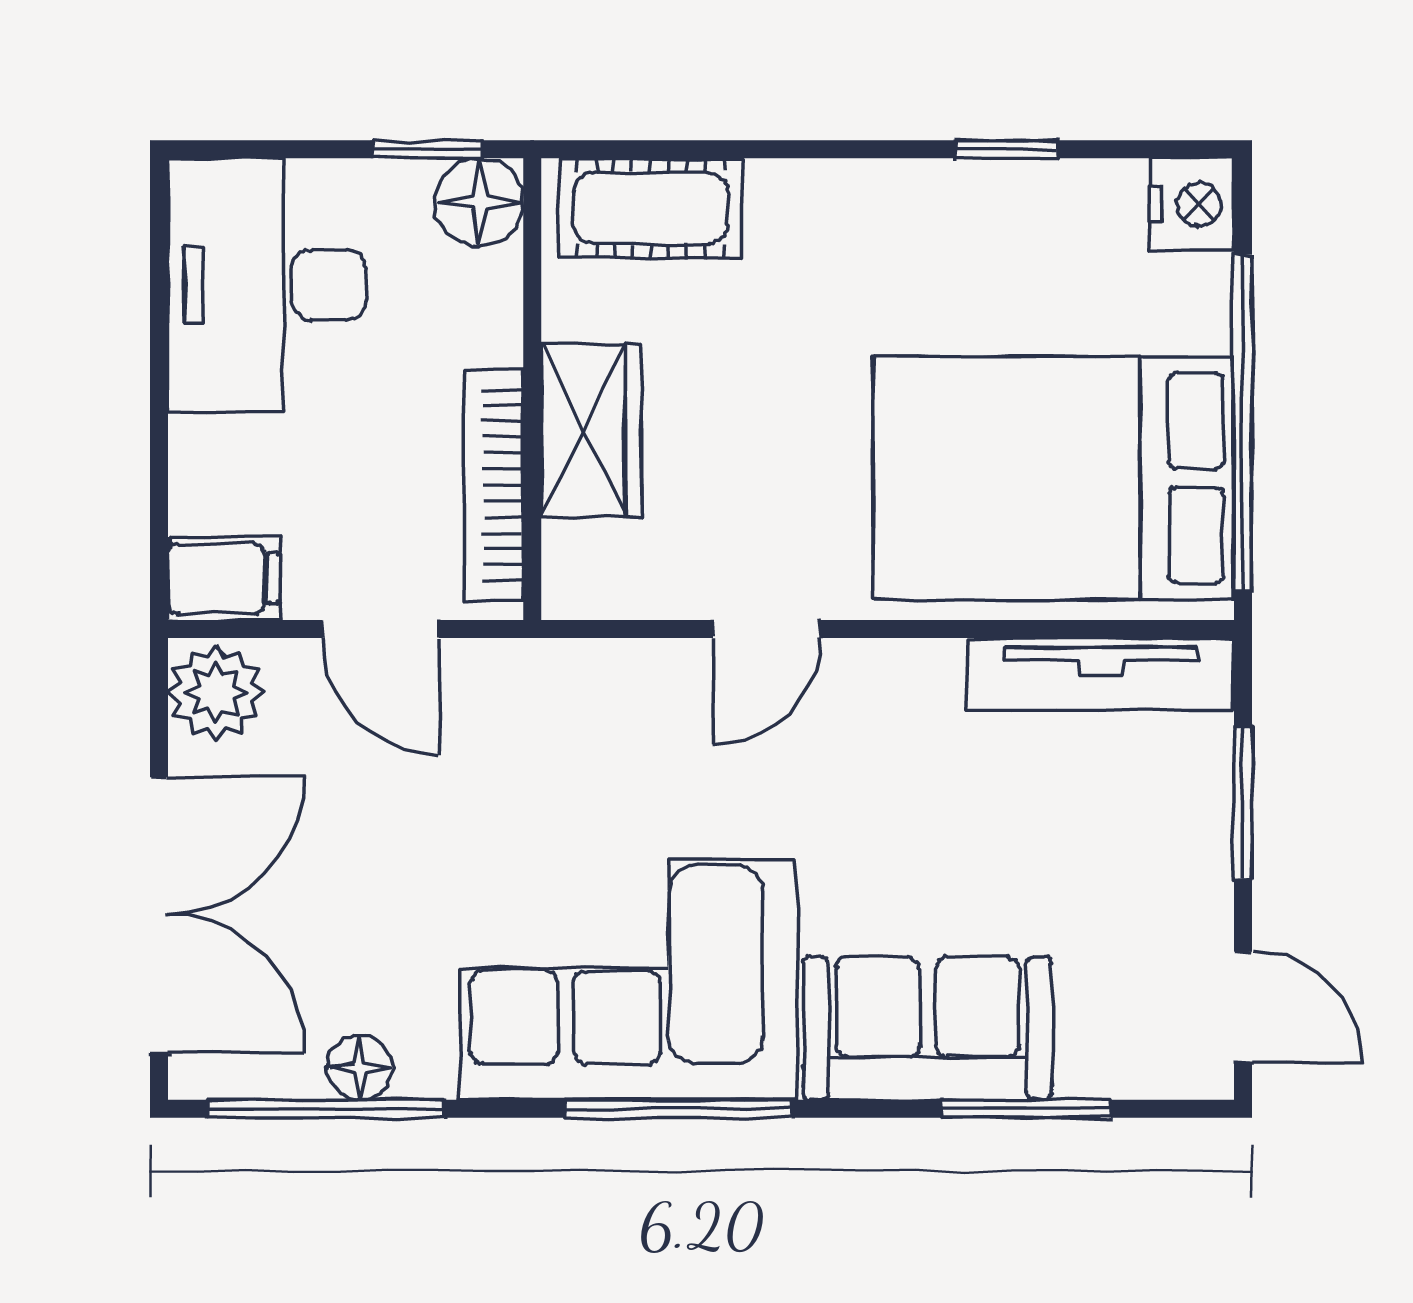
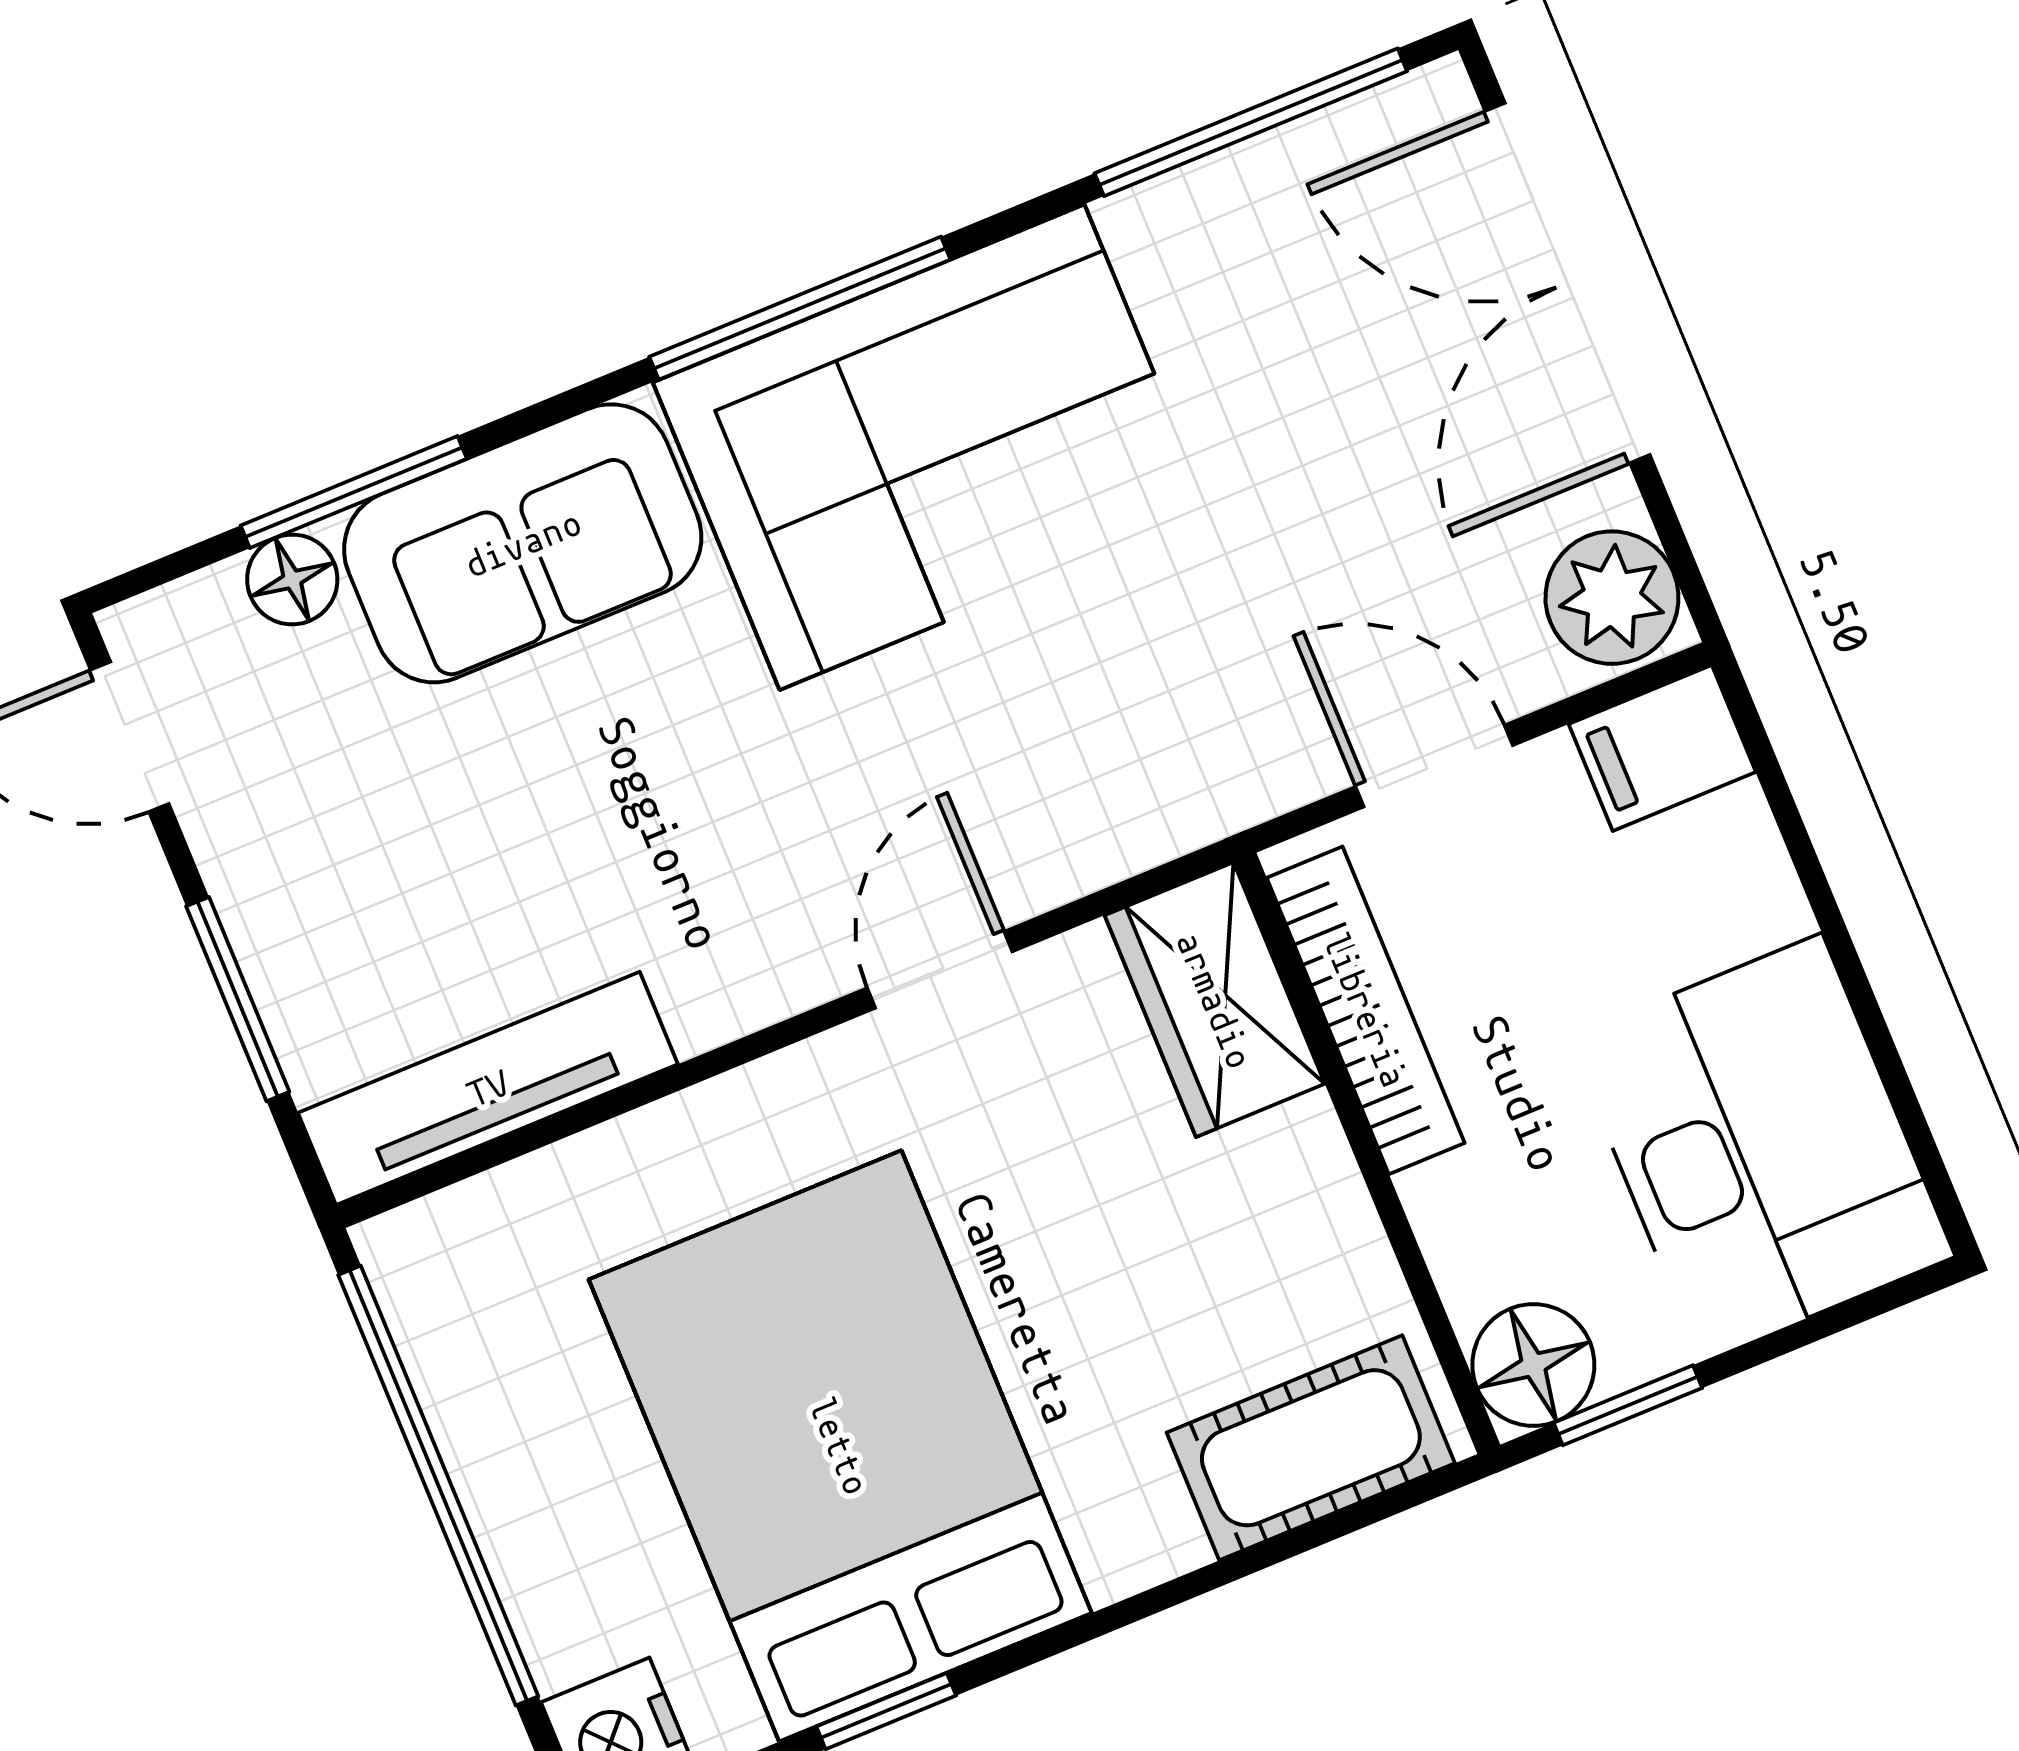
wardrobe: (591, 431) -> (1215, 1000), moved
bed: (1054, 478) -> (840, 1446), moved, turned -90
floor lamp: (360, 1067) -> (292, 579), moved

